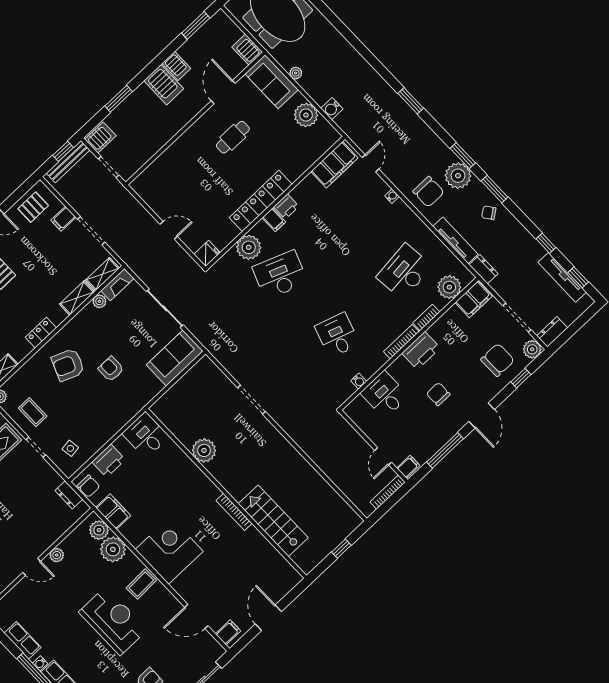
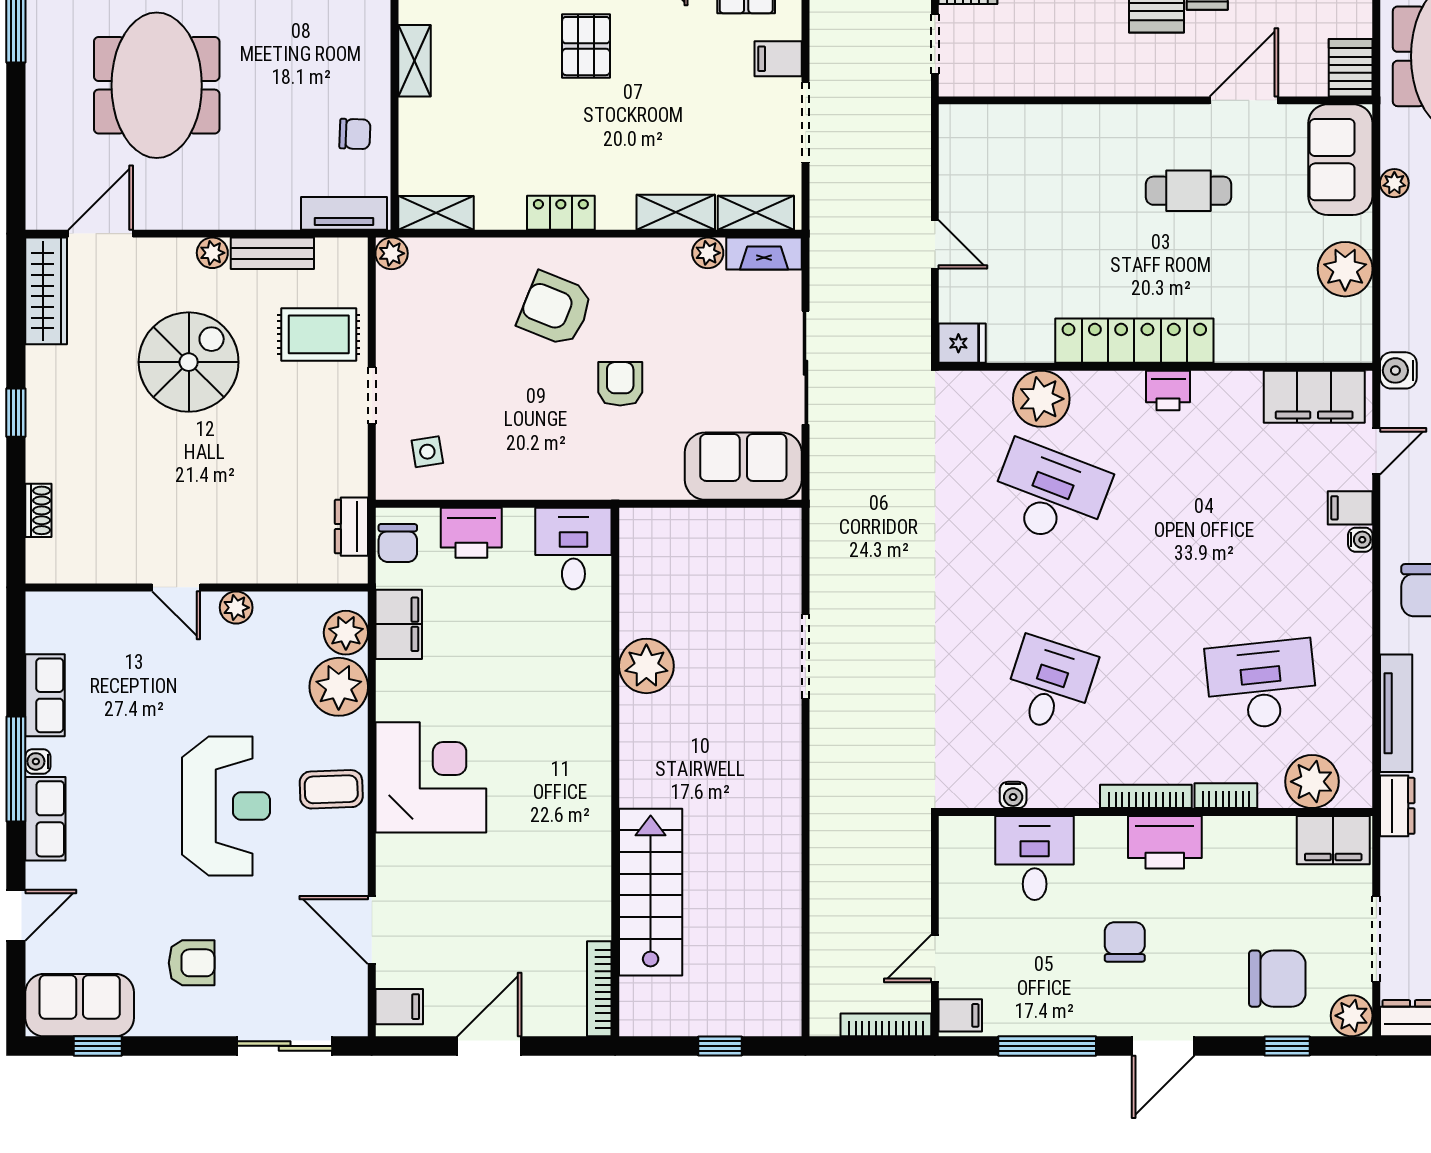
water cooler: (332, 109) -> (1398, 370), moved
filing cabinet: (274, 220) -> (1350, 508), moved, turned 90
coffee table: (33, 412) -> (422, 332), removed
bookcase: (234, 512) -> (599, 989), moved

